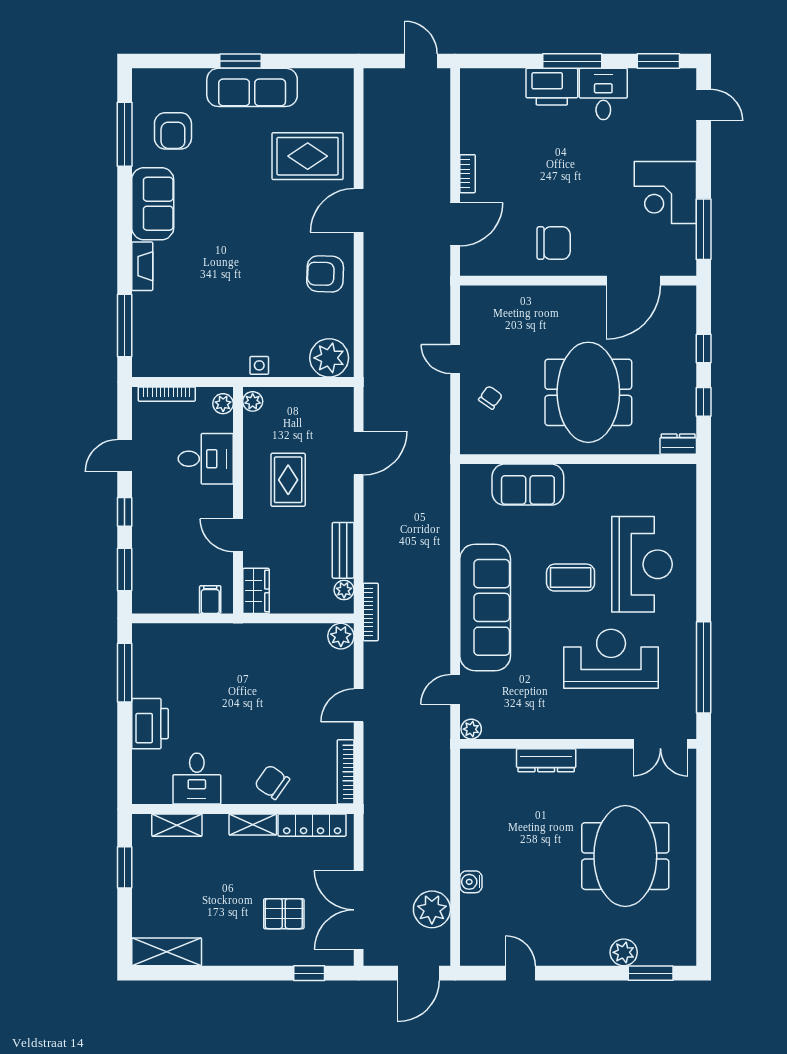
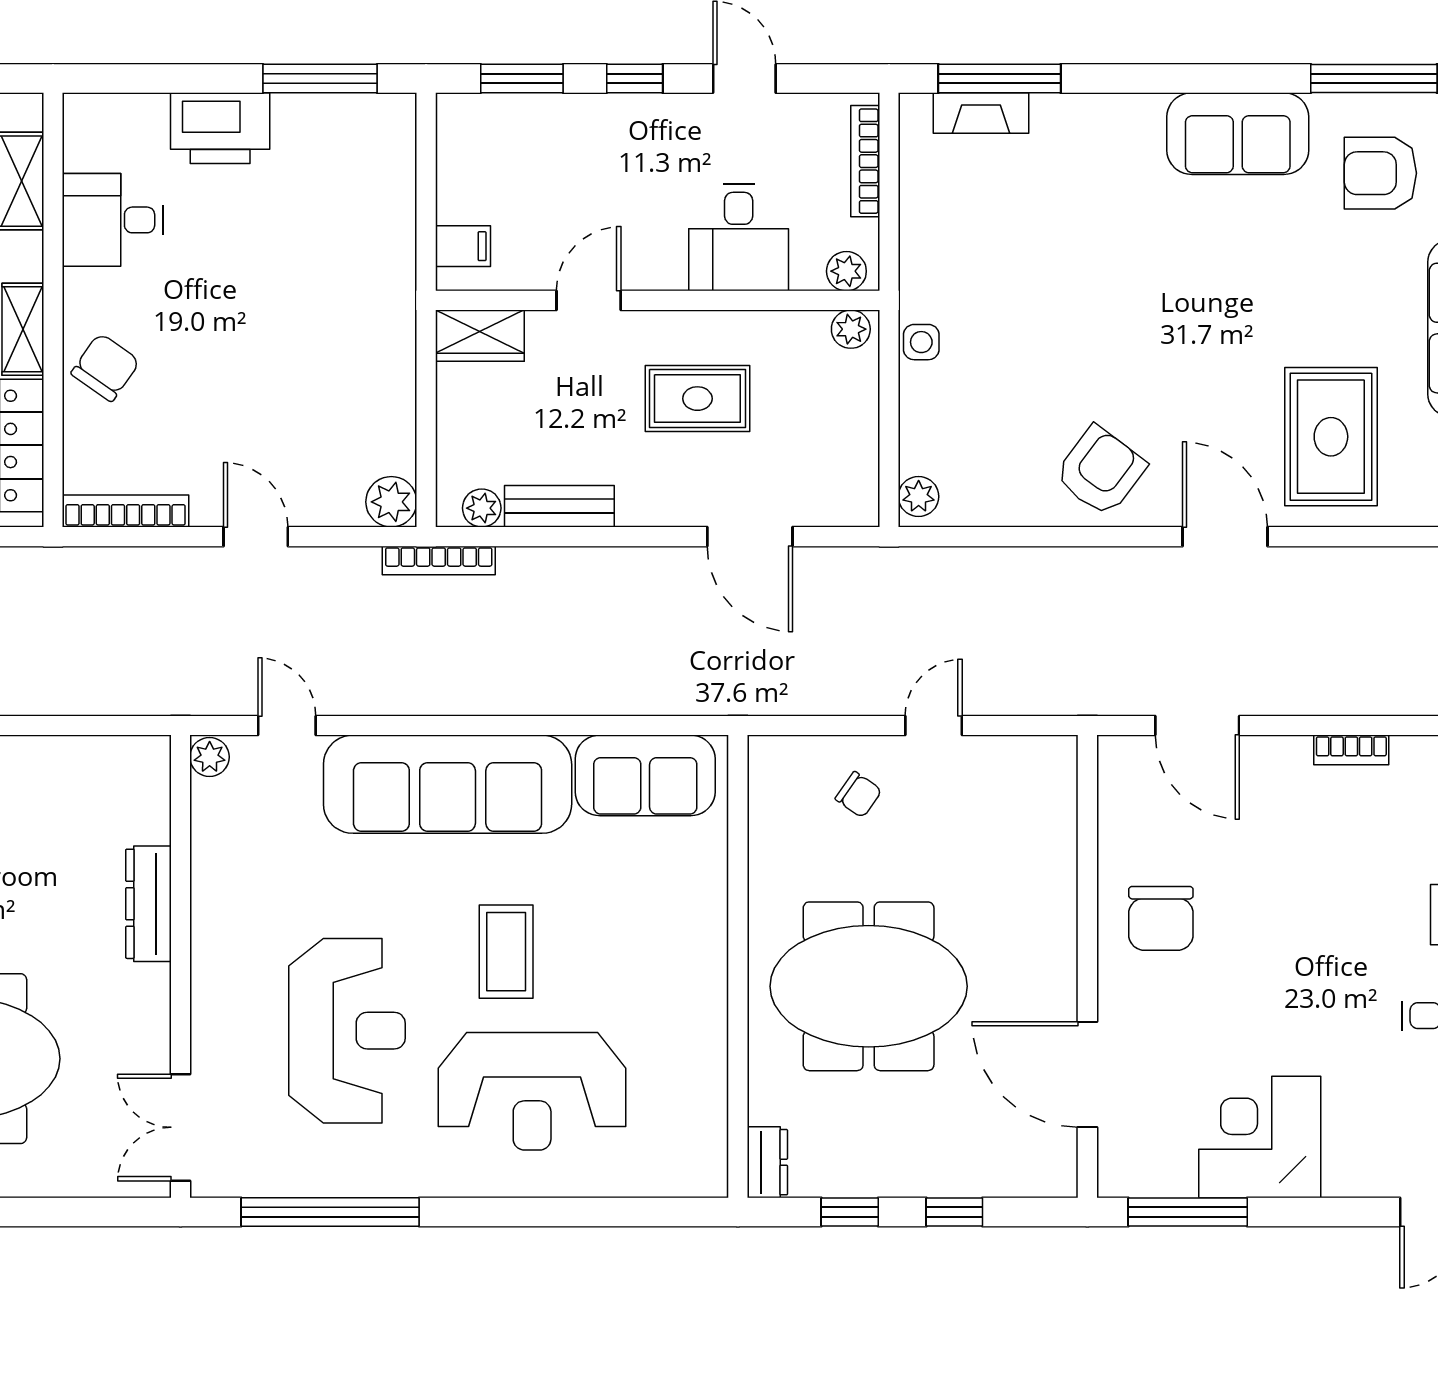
bookcase: (468, 174) -> (1351, 750), moved
fireplace: (142, 266) -> (981, 113), moved
armchair: (325, 274) -> (1100, 471), turned 35
plant: (329, 358) -> (919, 497), width x0.53, depth x0.53
sofa: (528, 485) -> (645, 775), moved, turned -90

